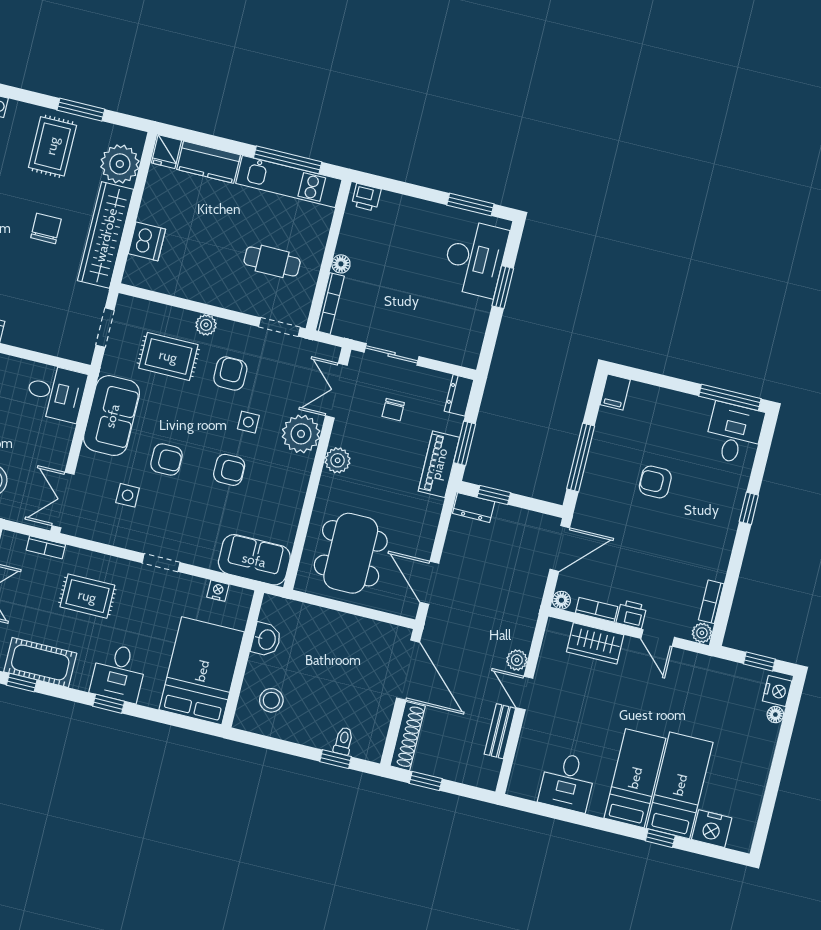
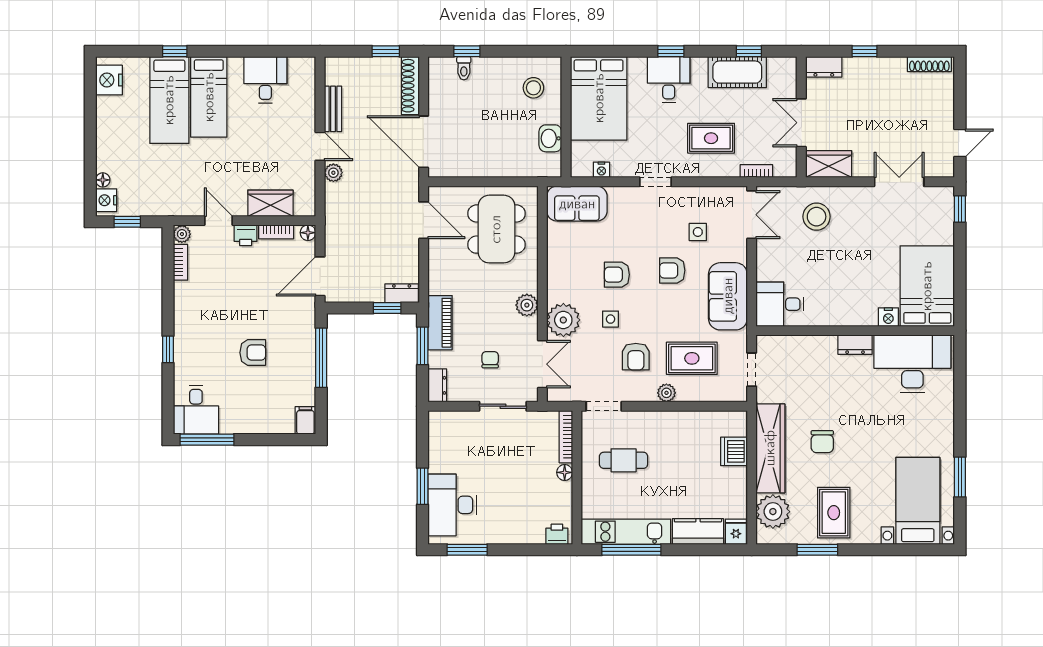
nightstand: (712, 829) -> (109, 80), moved, turned -90

